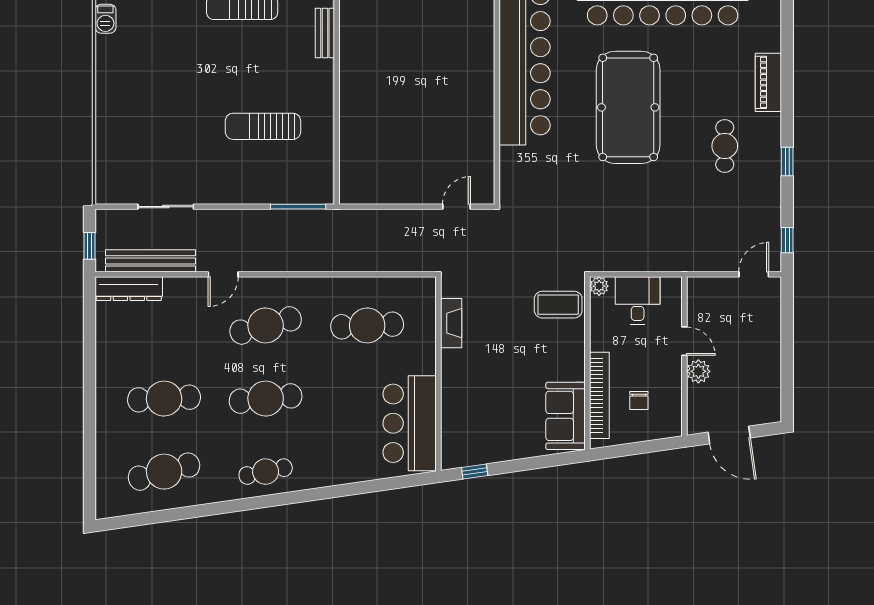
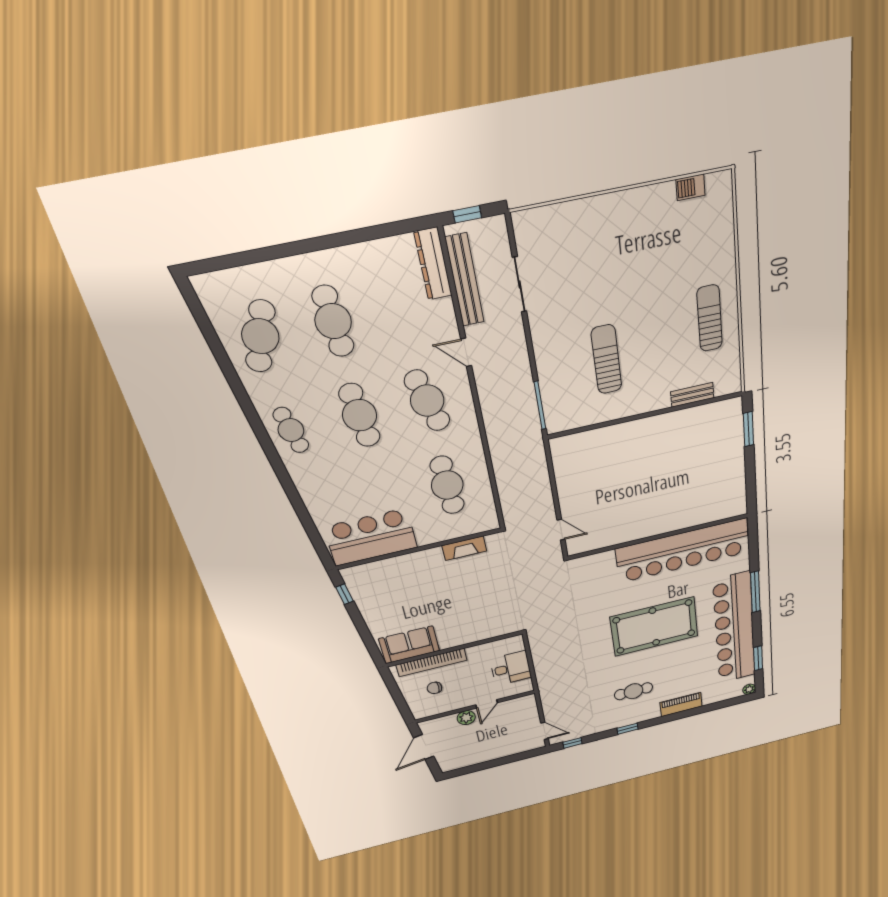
plant: (599, 286) -> (517, 641), removed
coffee table: (558, 305) -> (496, 619), removed
cafe table: (164, 472) -> (260, 336), turned 36

